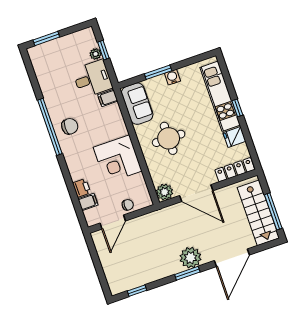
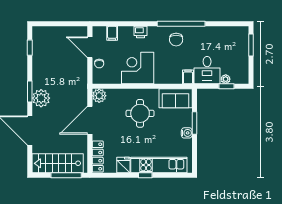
printer: (82, 188) -> (141, 32), moved
window: (273, 211) -> (66, 175), moved

